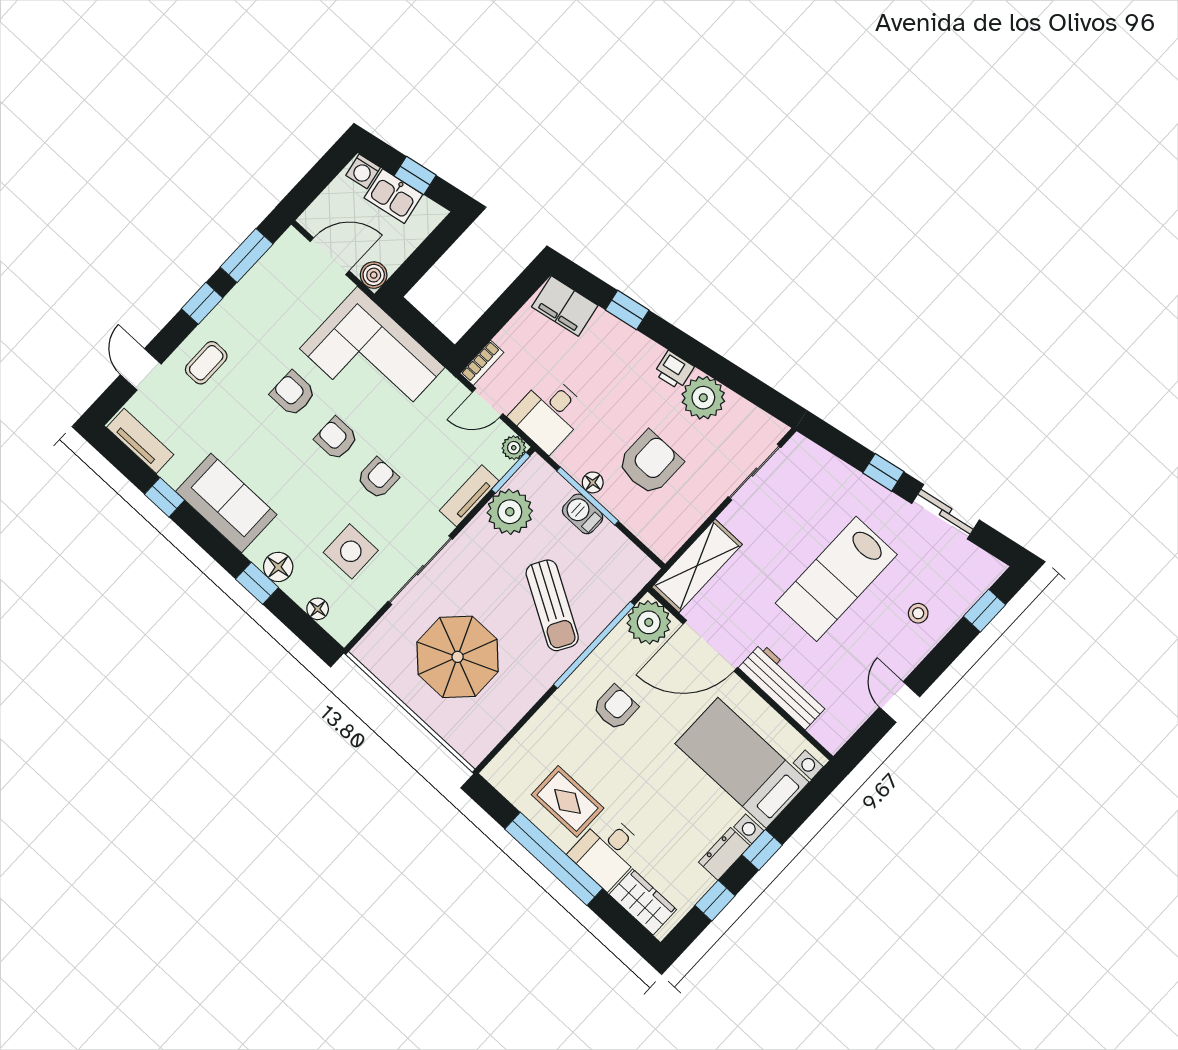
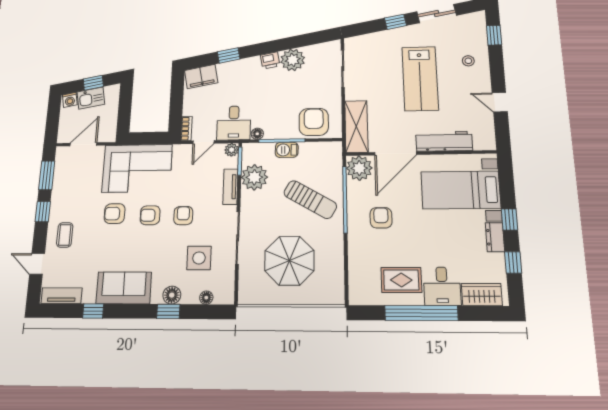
boiler: (374, 275) -> (109, 135), removed
armchair: (650, 463) -> (314, 122), moved
floor lamp: (593, 482) -> (257, 134), moved

